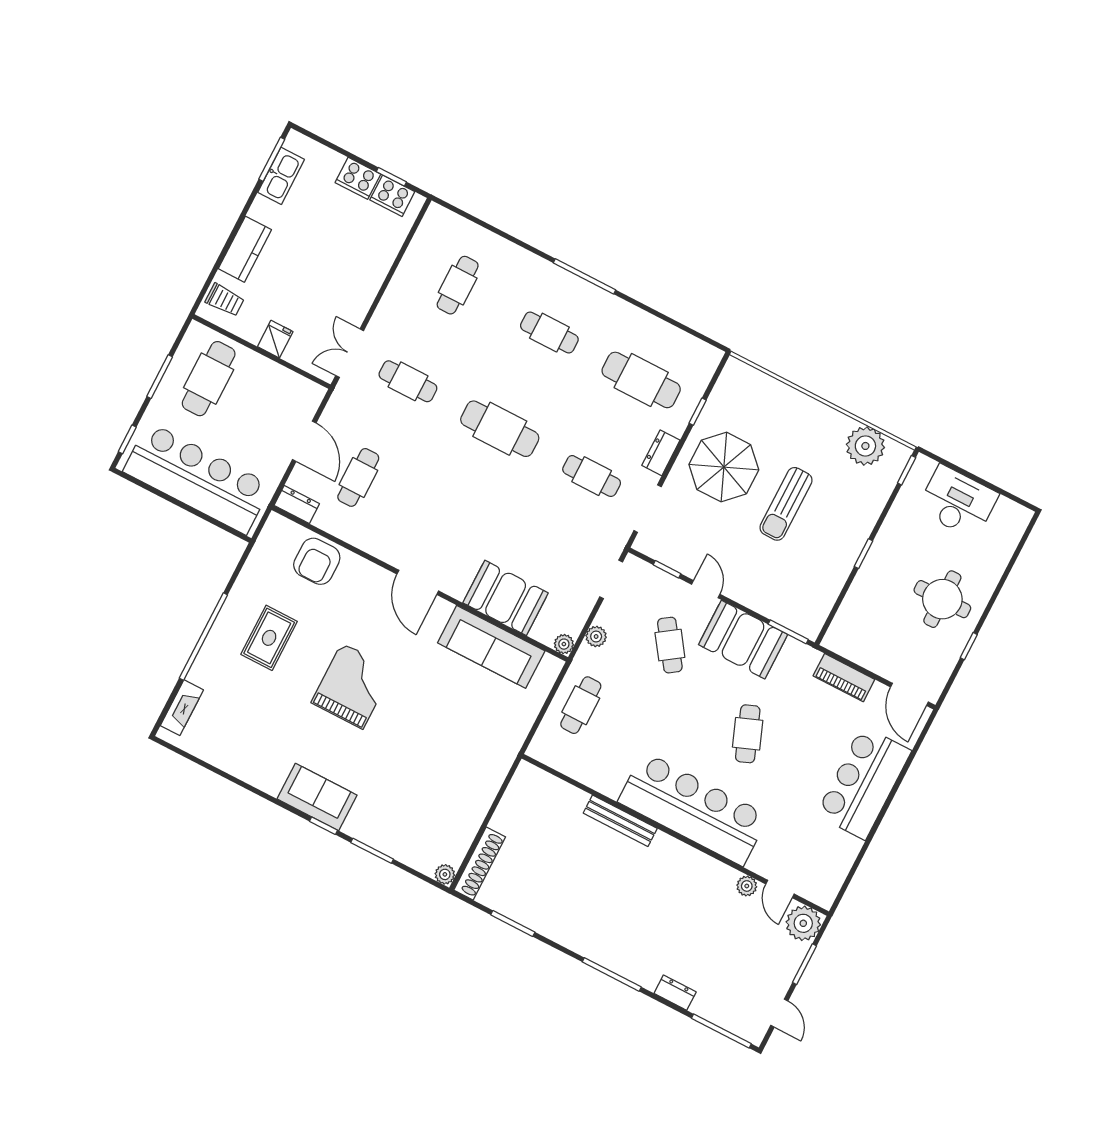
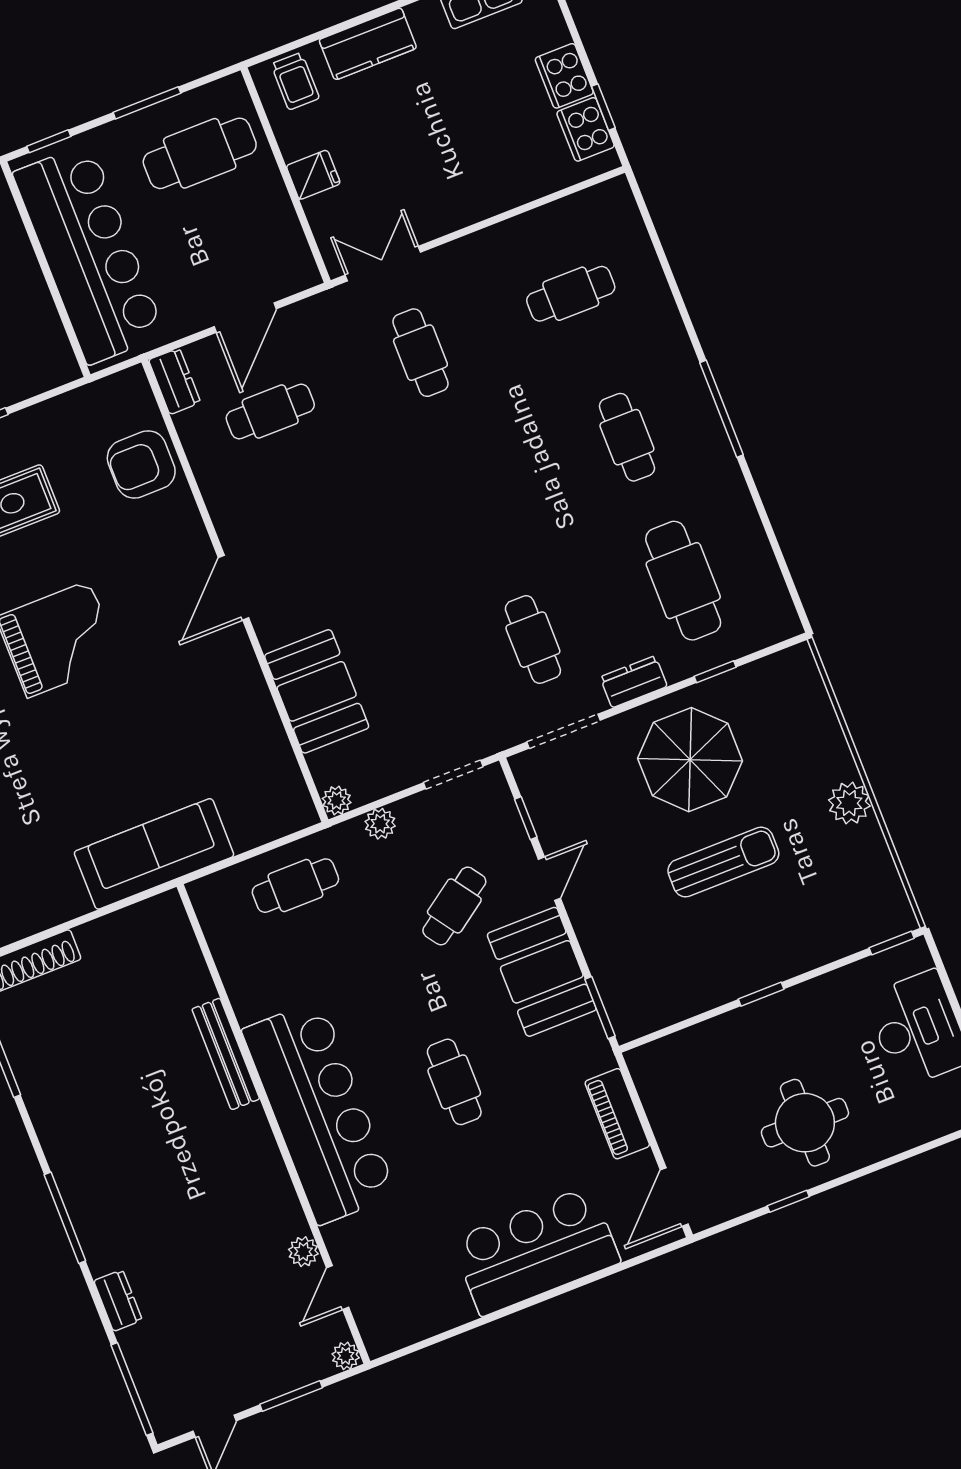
cafe table: (500, 429) -> (477, 496), removed
plant: (865, 446) -> (849, 803), moved, width x0.73, depth x0.73
sun lounger: (786, 504) -> (723, 862), turned 180
sofa: (491, 647) -> (154, 854), moved, turned 90
cafe table: (748, 734) -> (454, 1082), turned -69
plant: (803, 923) -> (346, 1356), width x0.53, depth x0.53

